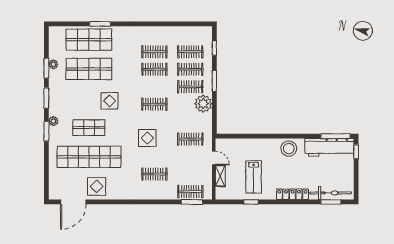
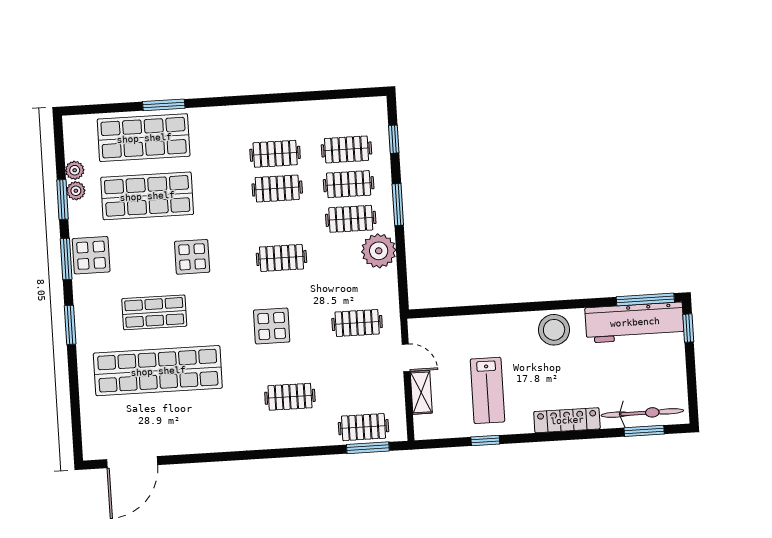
plant: (53, 121) -> (75, 170), moved
display table: (97, 186) -> (91, 255), moved

